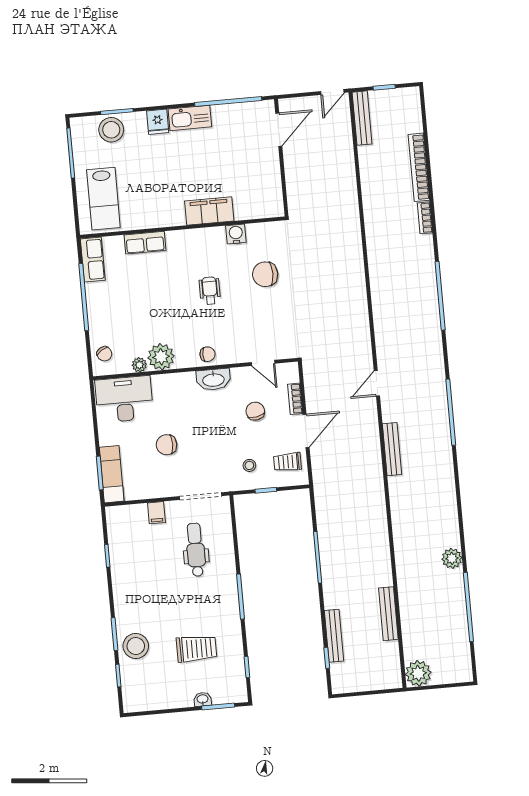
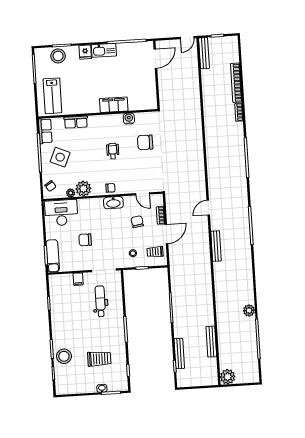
side table: (120, 304) -> (60, 157), added

